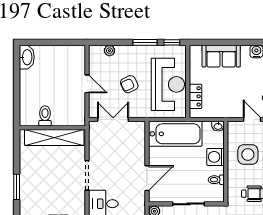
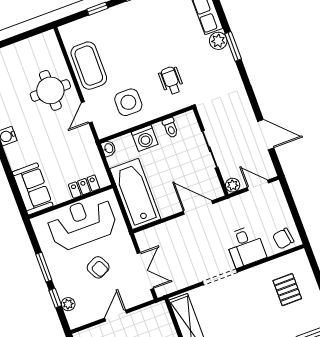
window: (172, 42) -> (55, 298), moved
sofa: (221, 56) -> (33, 189), moved
double door: (113, 120) -> (145, 271), swing flipped

